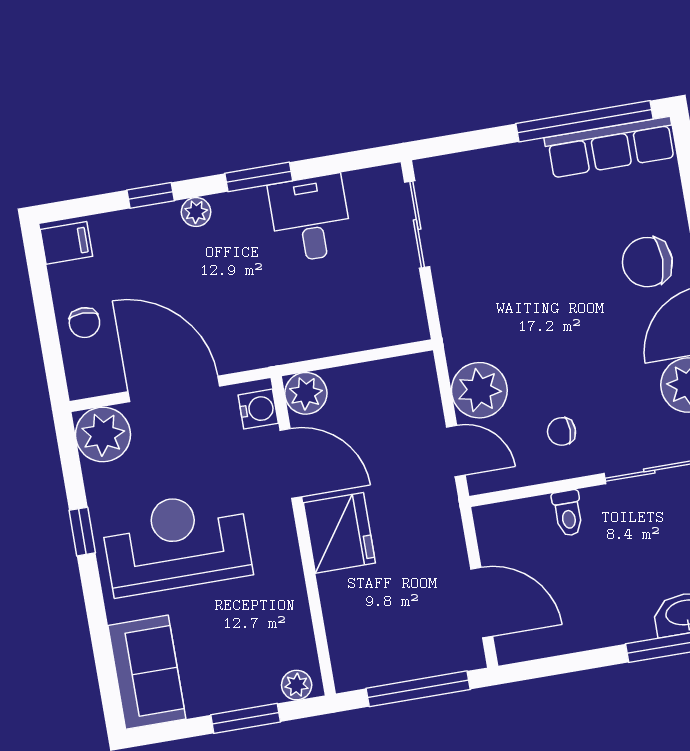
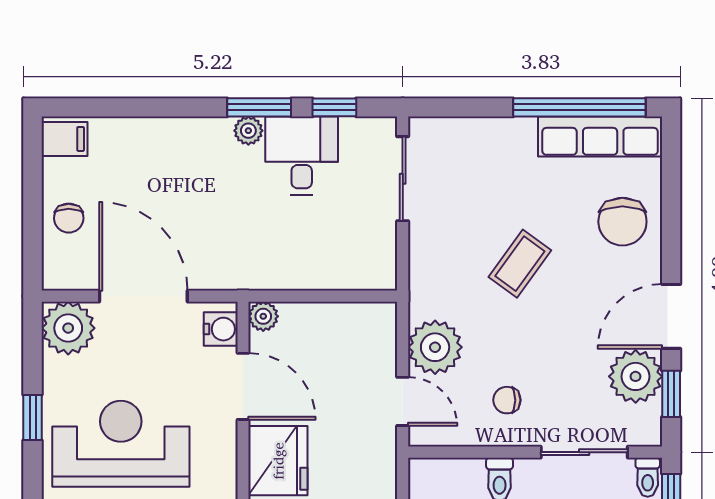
window: (151, 195) -> (334, 107), moved
plant: (196, 212) -> (248, 131), moved
chair: (647, 262) -> (622, 222), moved, turned -90
coffee table: (551, 290) -> (520, 264), added
plant: (306, 393) -> (263, 316), width x0.73, depth x0.73

